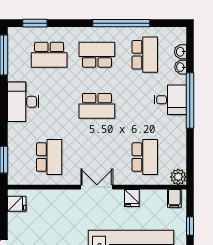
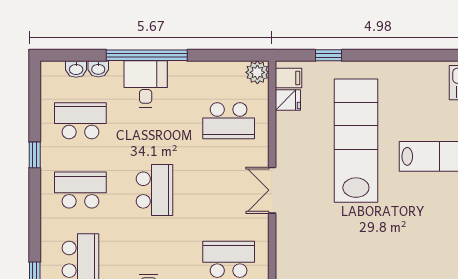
window: (121, 23) -> (35, 155), width x0.32
school desk: (97, 55) -> (80, 190), turned 90
school desk: (145, 157) -> (229, 121), turned 180
fridge: (132, 198) -> (288, 100), moved

